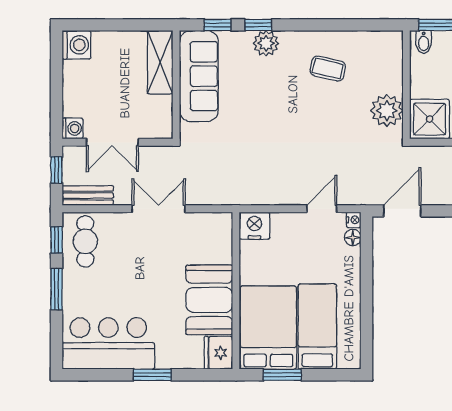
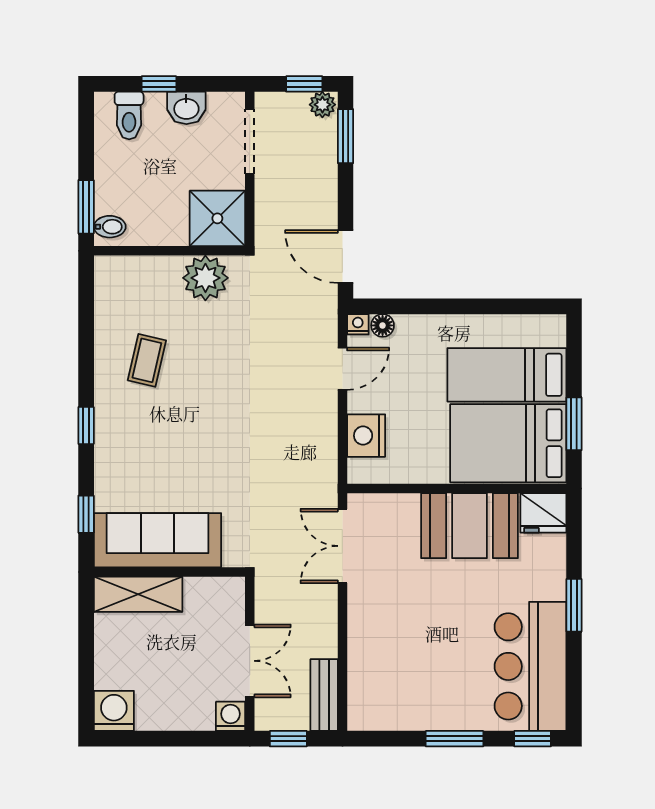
window: (258, 25) -> (86, 425), moved
plant: (266, 43) -> (112, 446), removed
double door: (159, 209) -> (342, 546), moved
door: (322, 209) -> (342, 369), swing flipped
nightstand: (254, 226) -> (366, 436), moved
window: (57, 240) -> (533, 739), moved
cafe table: (85, 241) -> (388, 699), removed

